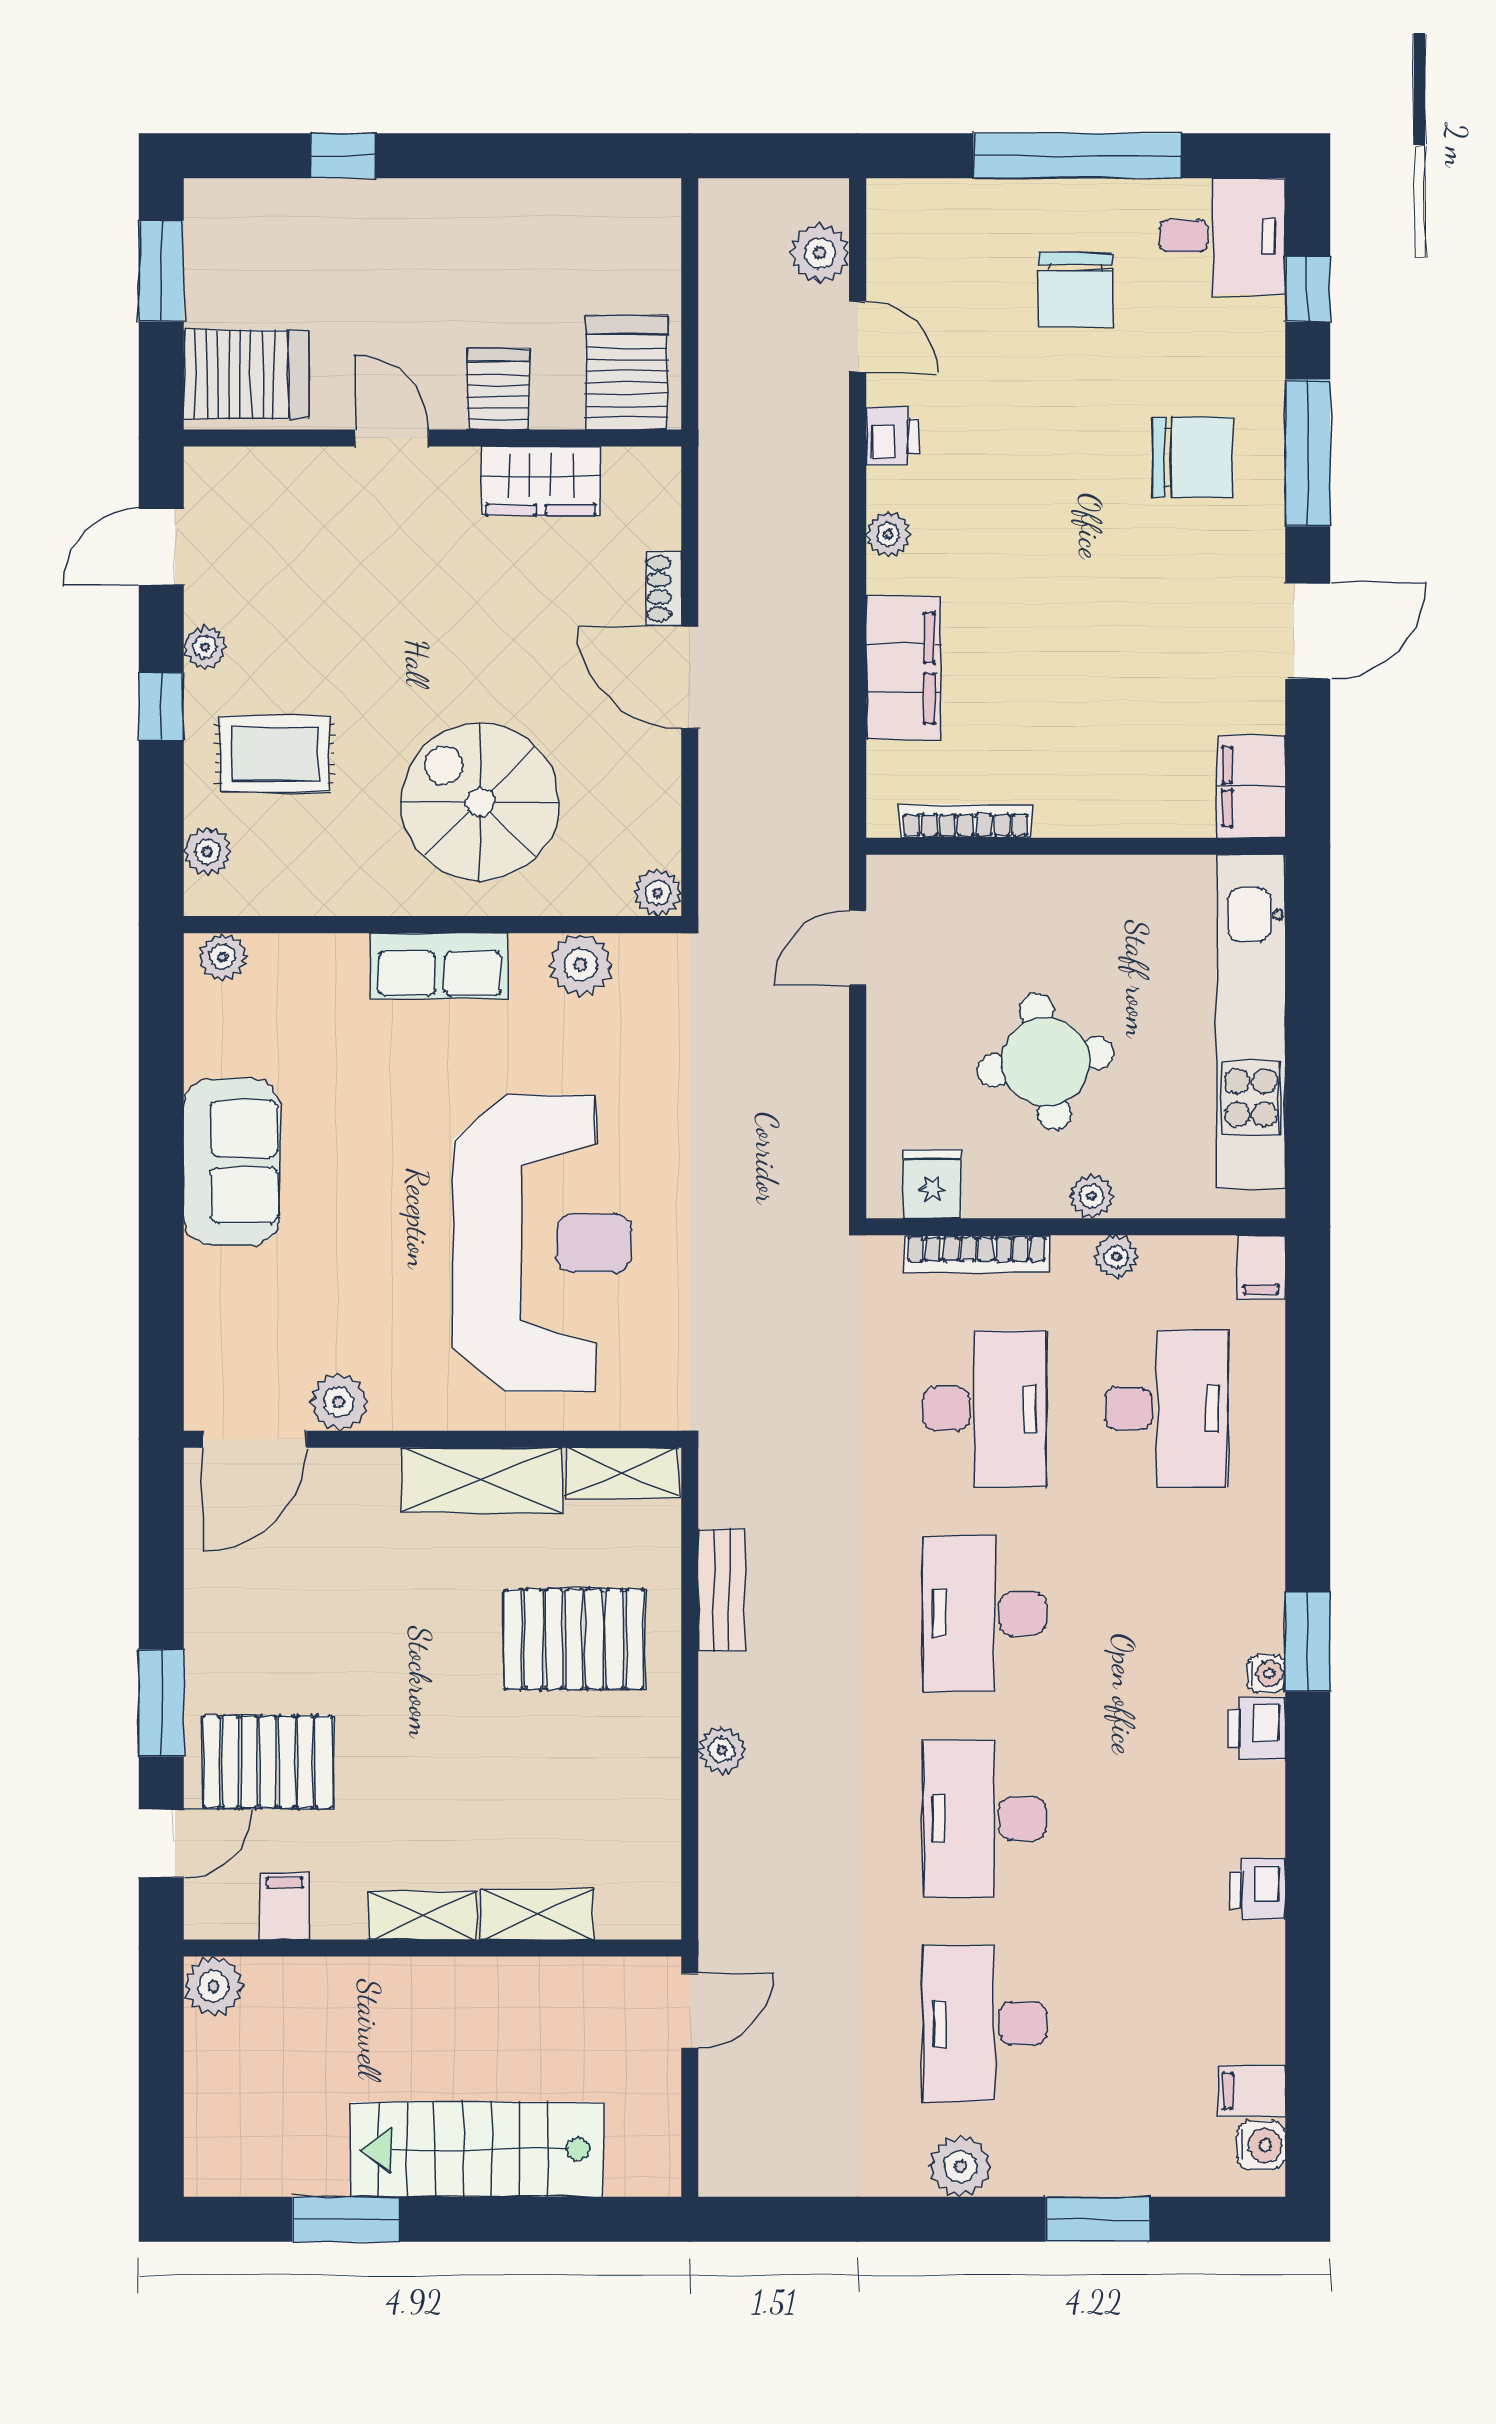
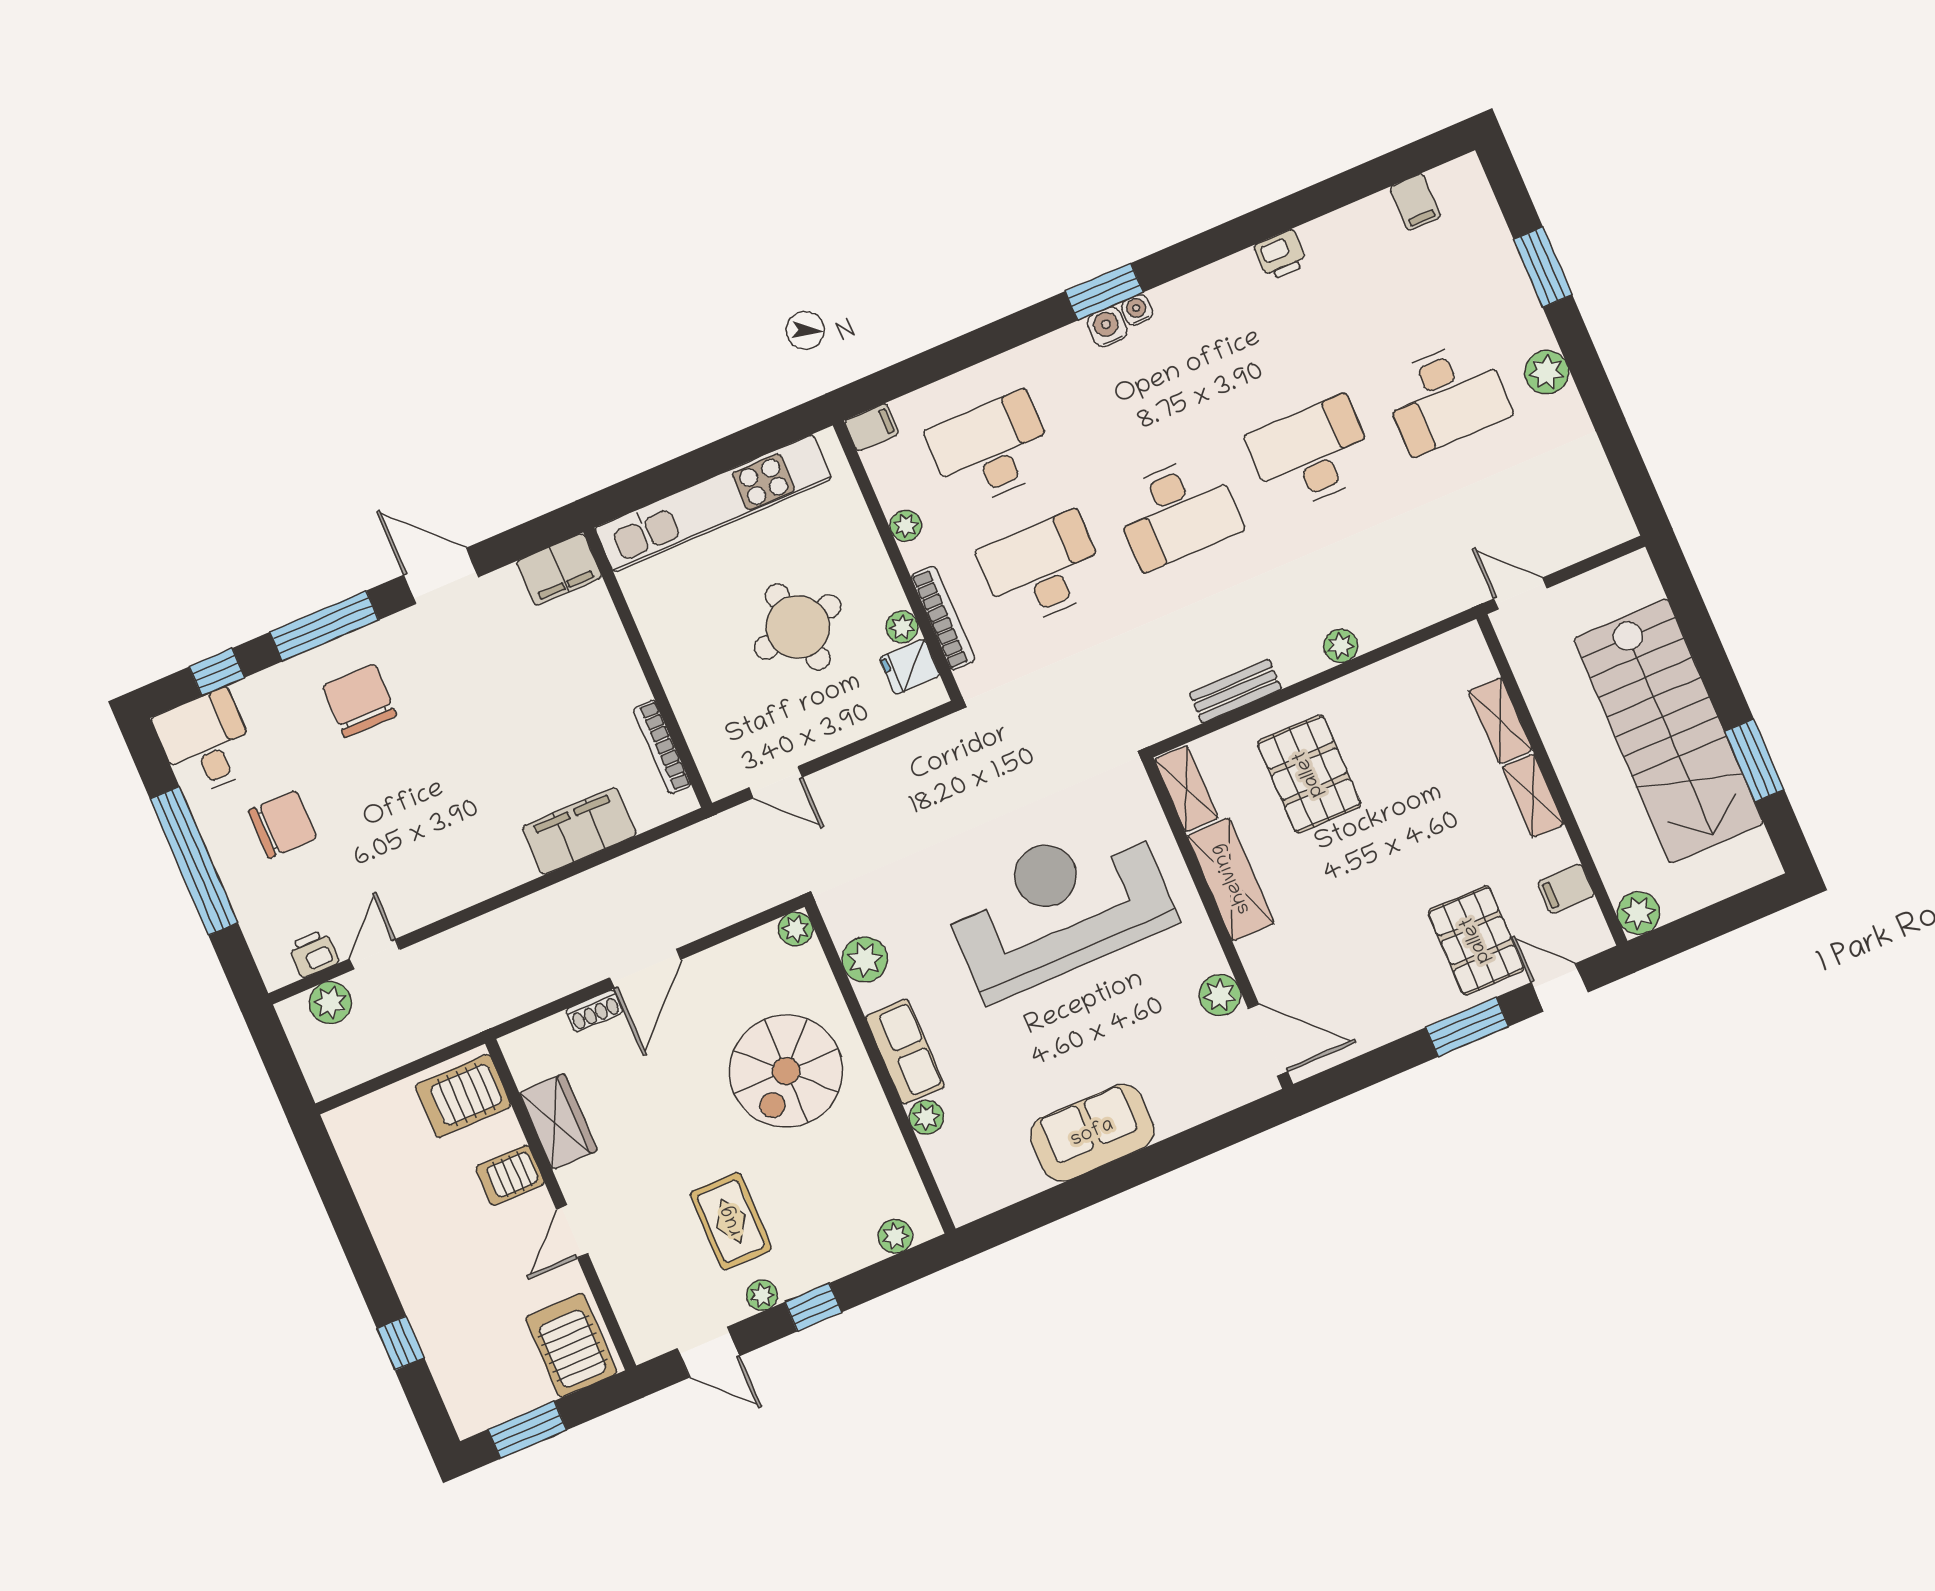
printer: (892, 436) -> (313, 954), moved
plant: (888, 535) -> (496, 878), removed
rug: (275, 754) -> (731, 1221), moved
plant: (223, 957) -> (926, 1117), moved
plant: (1091, 1196) -> (902, 627), moved
printer: (1257, 1729) -> (1176, 301), removed
desk: (984, 1818) -> (1312, 454), turned 180
water cooler: (1261, 2145) -> (1107, 327), moved
stairs: (477, 2149) -> (1669, 731), width x1.36, depth x1.51

